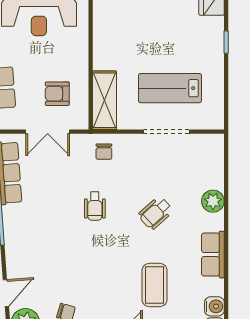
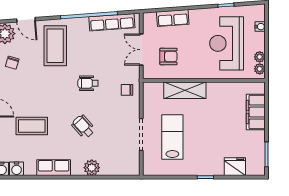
armchair: (57, 94) -> (168, 57), turned 90
shelving: (104, 100) -> (185, 90), moved
coffee table: (42, 252) -> (55, 46), added

